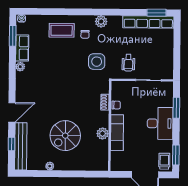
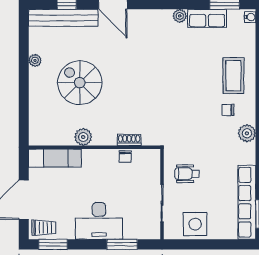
side table: (97, 62) -> (195, 224), moved
exam couch: (117, 133) -> (55, 158), moved

